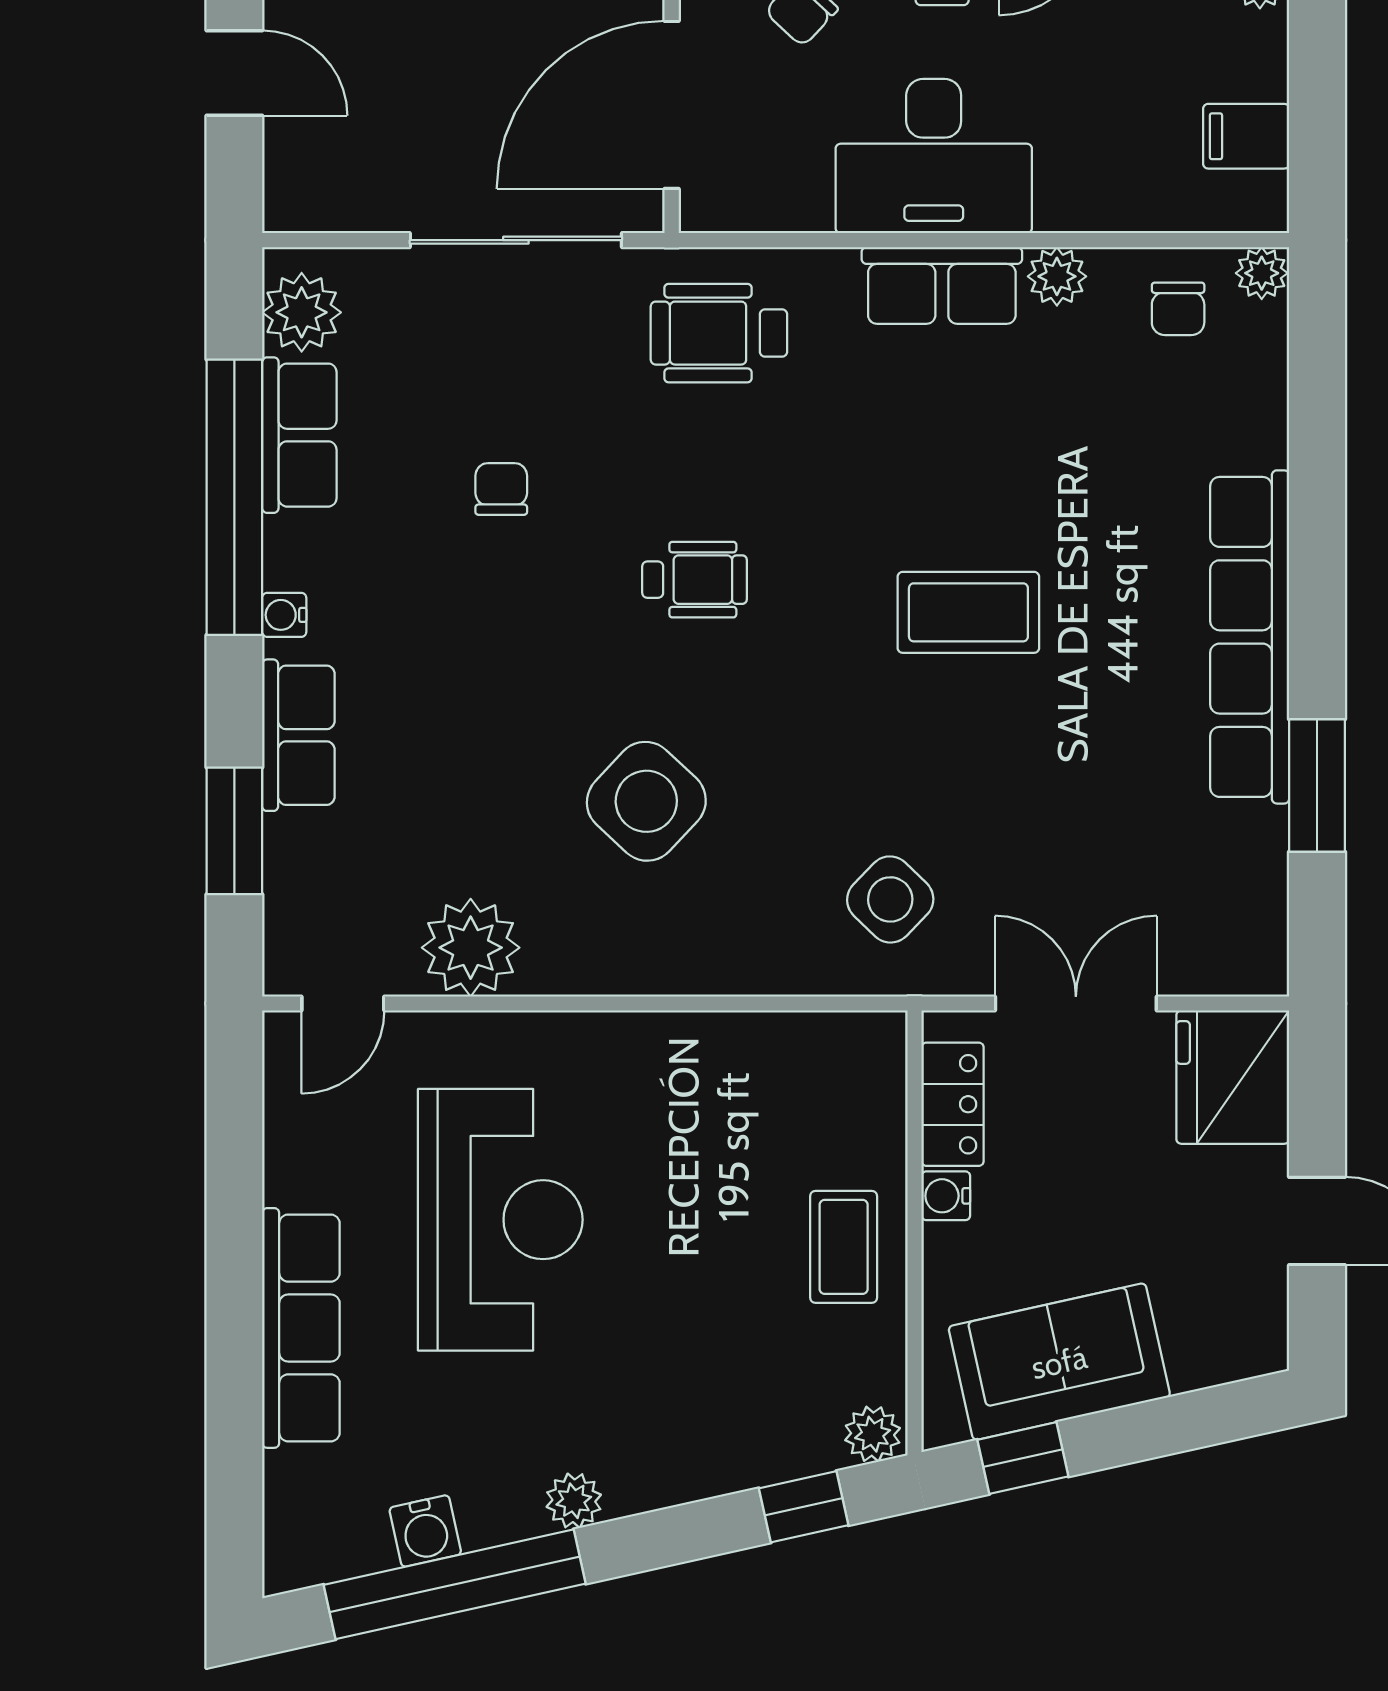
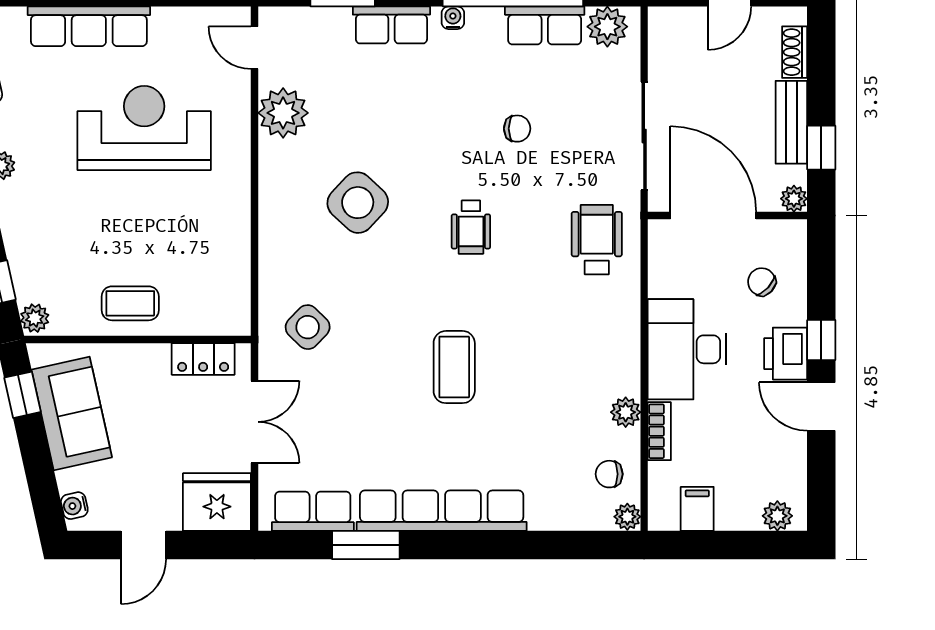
bookcase: (1094, 210) -> (659, 431), added
row of seats: (942, 285) -> (313, 511), moved, turned 90
water cooler: (946, 1196) -> (74, 506), moved, turned -103
reception desk: (500, 1220) -> (144, 128), turned 180

